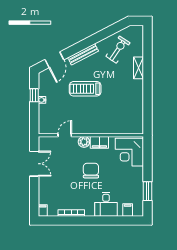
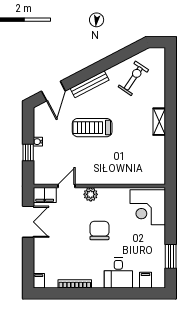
shelving: (138, 68) -> (159, 122), moved
window: (34, 95) -> (28, 153), moved
filing cabinet: (99, 142) -> (45, 195), moved

